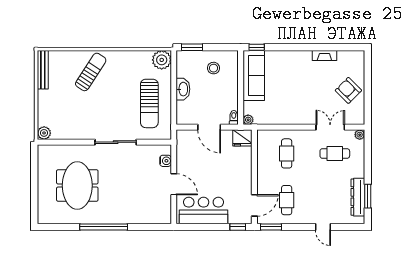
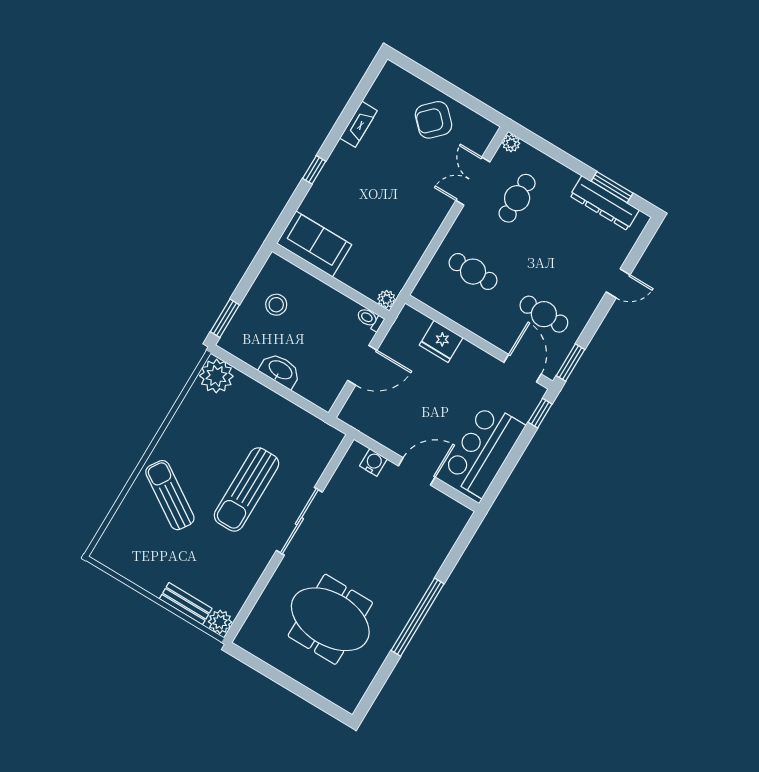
window: (257, 47) -> (314, 170), moved
bench: (43, 70) -> (186, 604), moved, width x0.73
sofa: (254, 75) -> (314, 244), width x0.73
sun lounger: (149, 103) -> (246, 489), moved, turned 90
fridge: (242, 138) -> (441, 341), moved, turned 90

